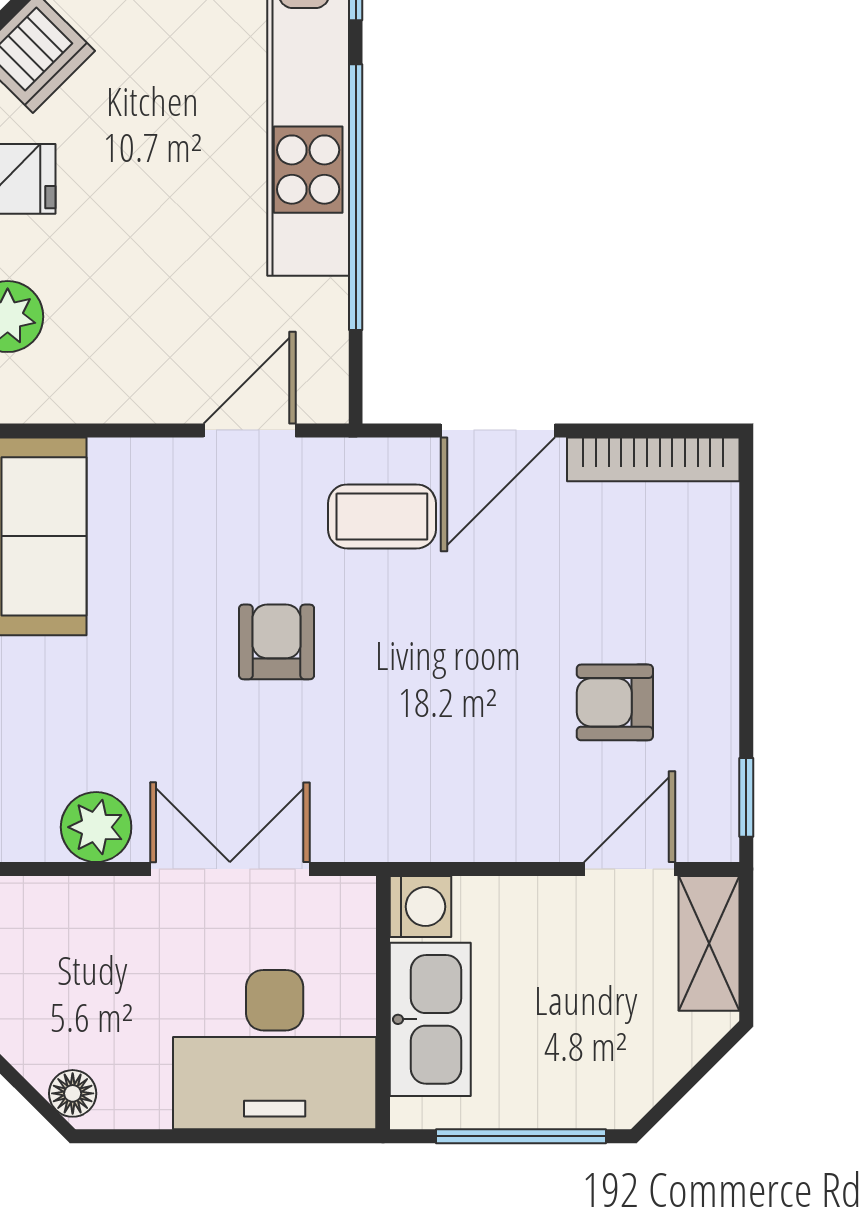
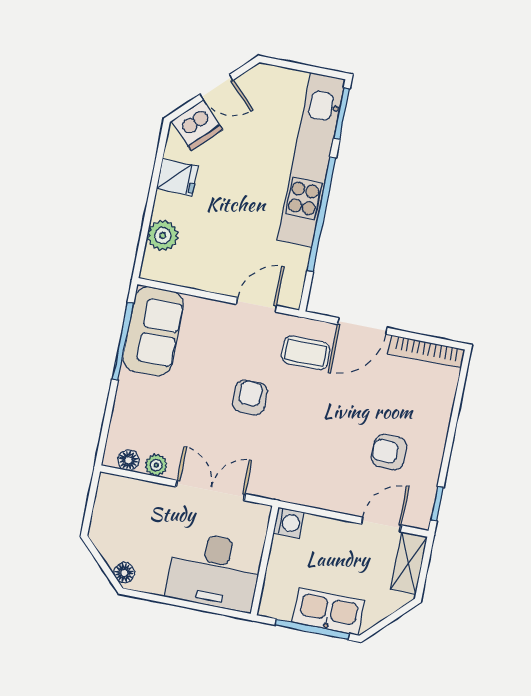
plant: (96, 827) -> (156, 465), width x0.73, depth x0.73
floor lamp: (31, 838) -> (128, 460), added
kitchen sink: (430, 1019) -> (329, 612), moved, turned -90

